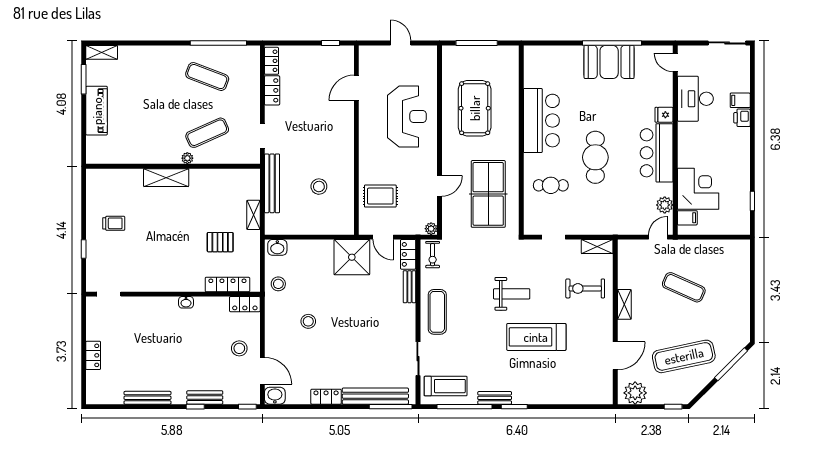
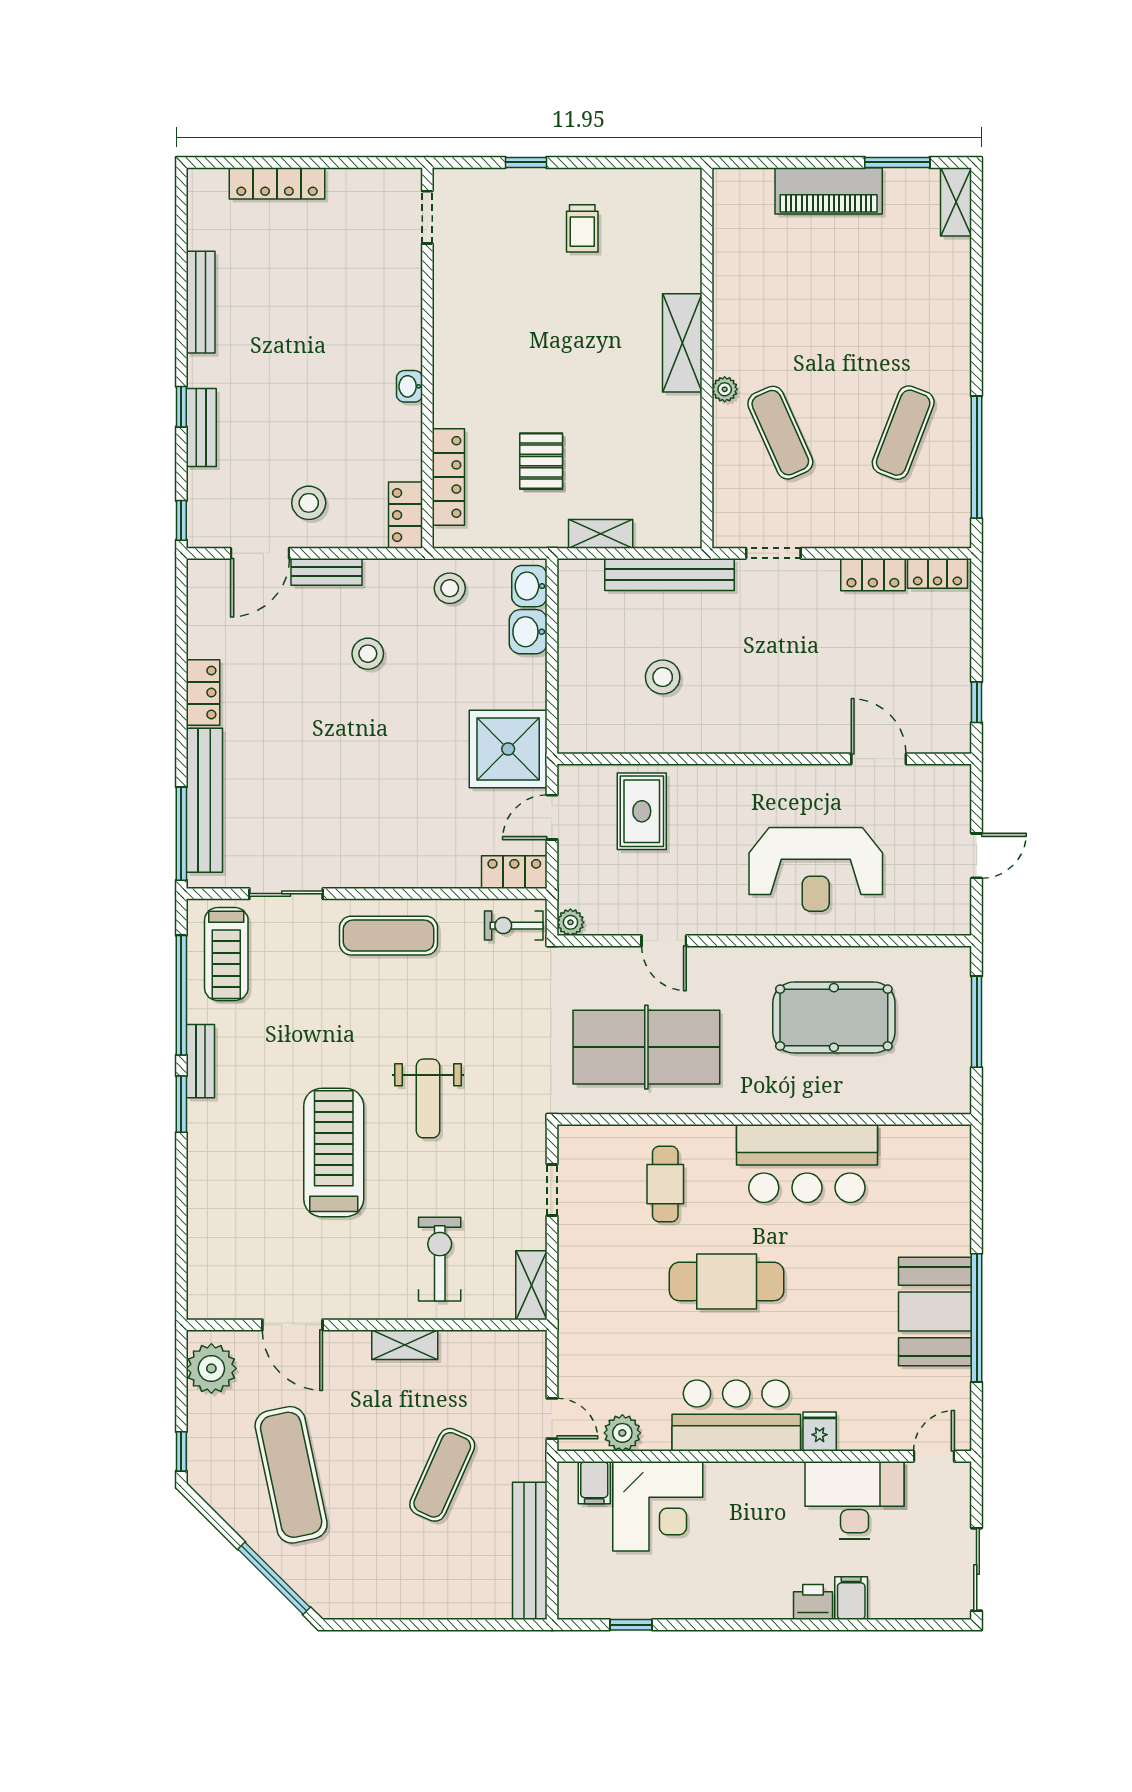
bench: (719, 247) -> (530, 1551), added
bench: (409, 287) -> (327, 572), moved
locker: (93, 355) -> (277, 183), width x1.53
washbasin: (275, 396) -> (528, 632), moved, turned 180

